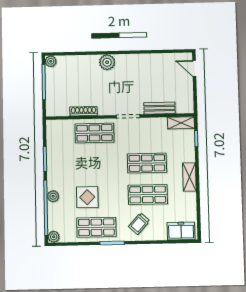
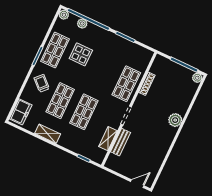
shelving: (181, 123) -> (108, 139), moved
shelving: (189, 177) -> (48, 134), moved
plant: (53, 196) -> (82, 23), moved

